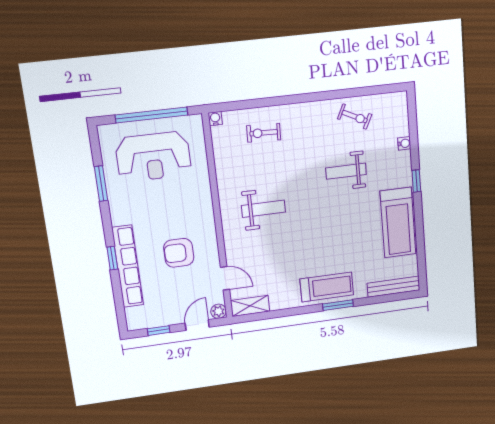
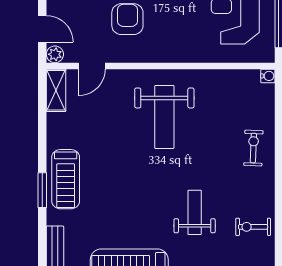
exercise bike: (355, 117) -> (253, 227), turned 64
exercise bike: (264, 133) -> (253, 148), moved
weight bench: (263, 209) -> (164, 117), width x1.36, depth x1.33

